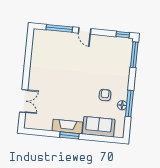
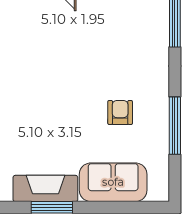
floor lamp: (122, 105) -> (159, 131), removed

